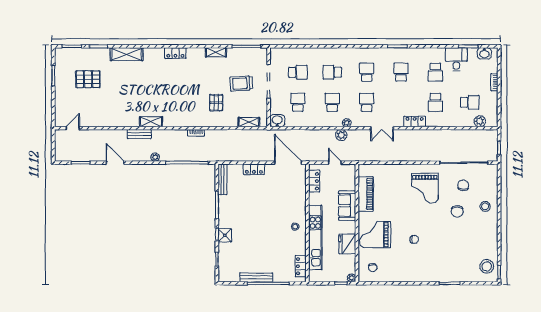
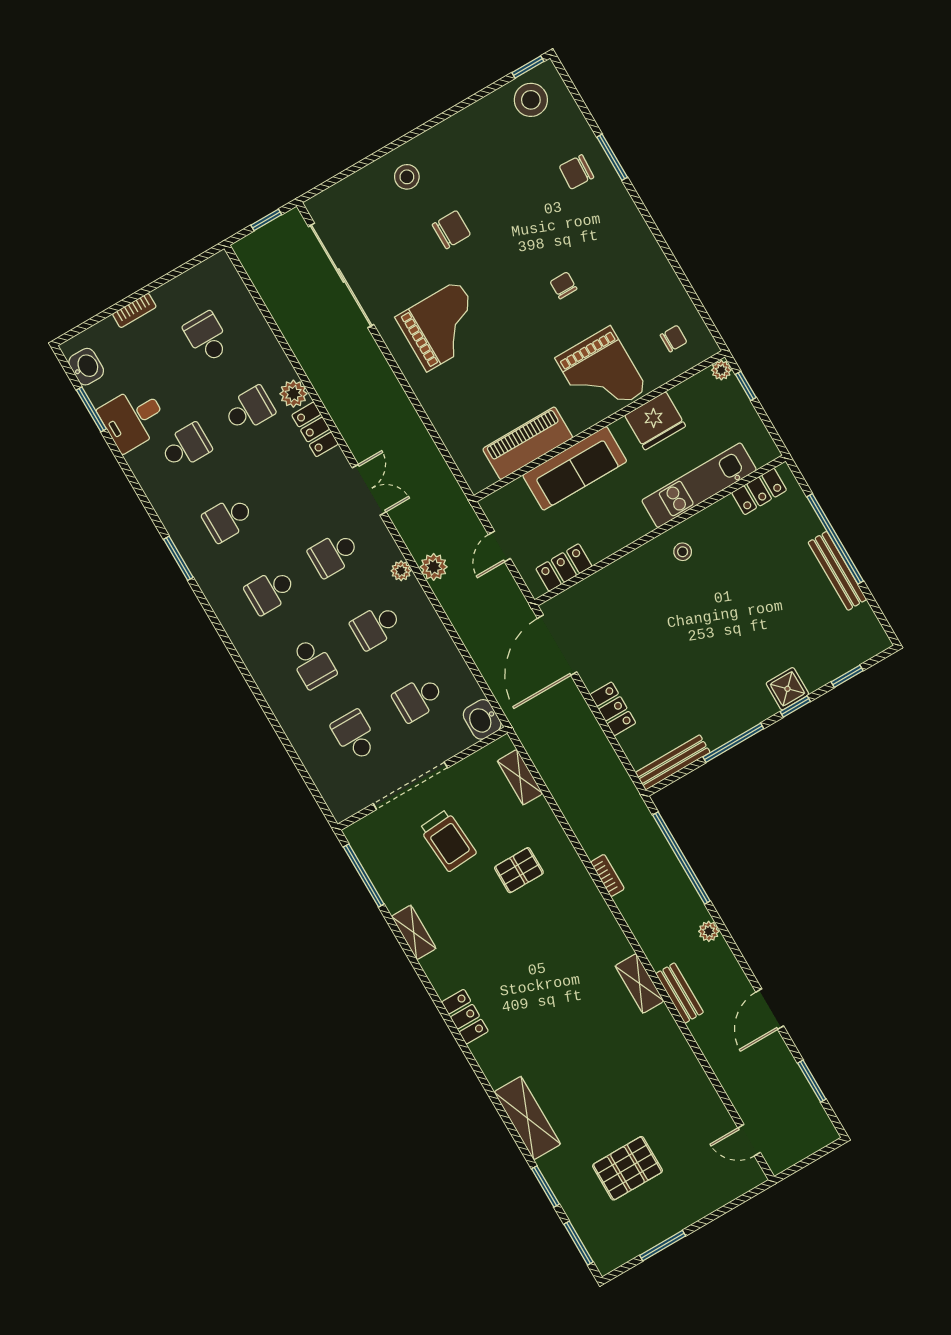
pallet: (88, 79) -> (627, 1168), turned 90
plant: (480, 121) -> (293, 394), moved
chair: (463, 185) -> (576, 172), moved
sofa: (347, 206) -> (575, 468), width x1.36
kitchen unit: (315, 238) -> (699, 485), width x0.73

